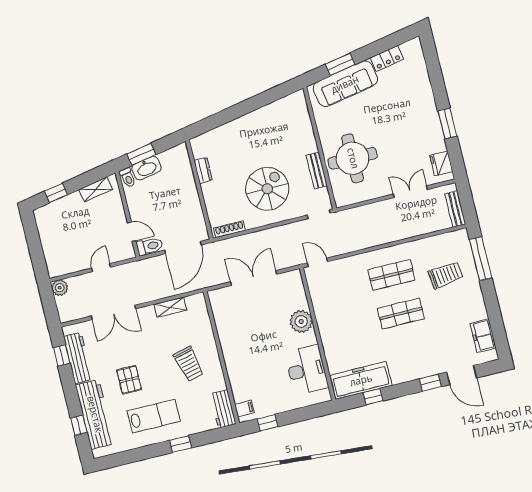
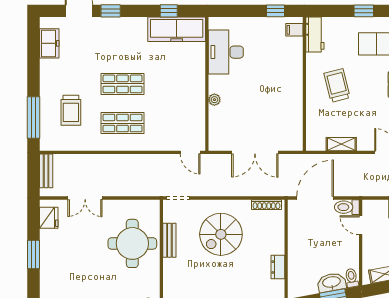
trolley: (445, 275) -> (71, 110), turned -83
plant: (301, 321) -> (214, 100), width x0.53, depth x0.53

